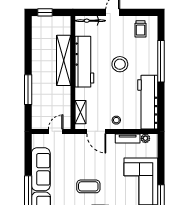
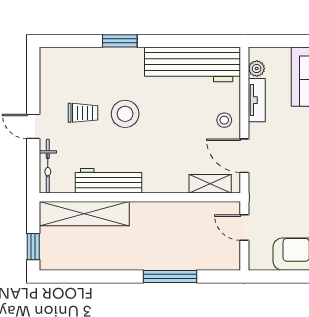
trolley: (141, 29) -> (83, 113), moved
shelving: (64, 60) -> (84, 214), moved
window: (161, 61) -> (120, 41), width x0.47
workbench: (84, 62) -> (109, 181), width x0.73, depth x0.76
door: (96, 131) -> (244, 156), swing flipped

